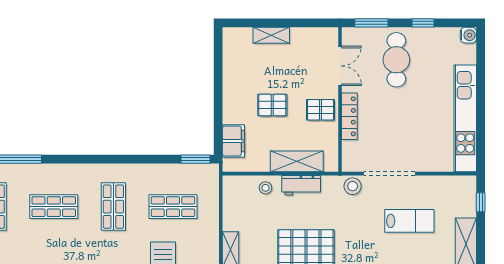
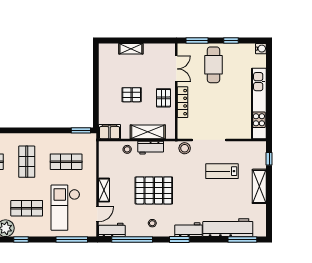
pallet: (320, 110) -> (163, 98), turned 90
filing cabinet: (233, 141) -> (110, 132), moved, turned -90
lab bench: (409, 221) -> (222, 171), turned 180

